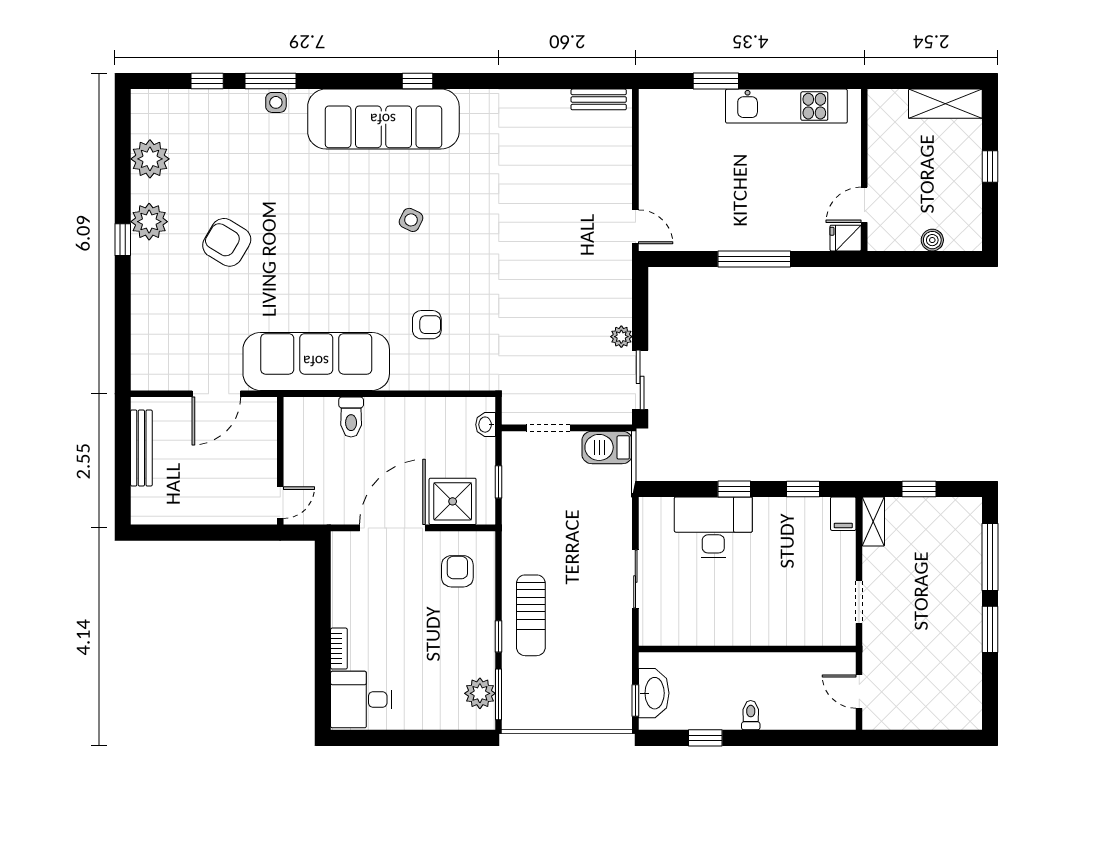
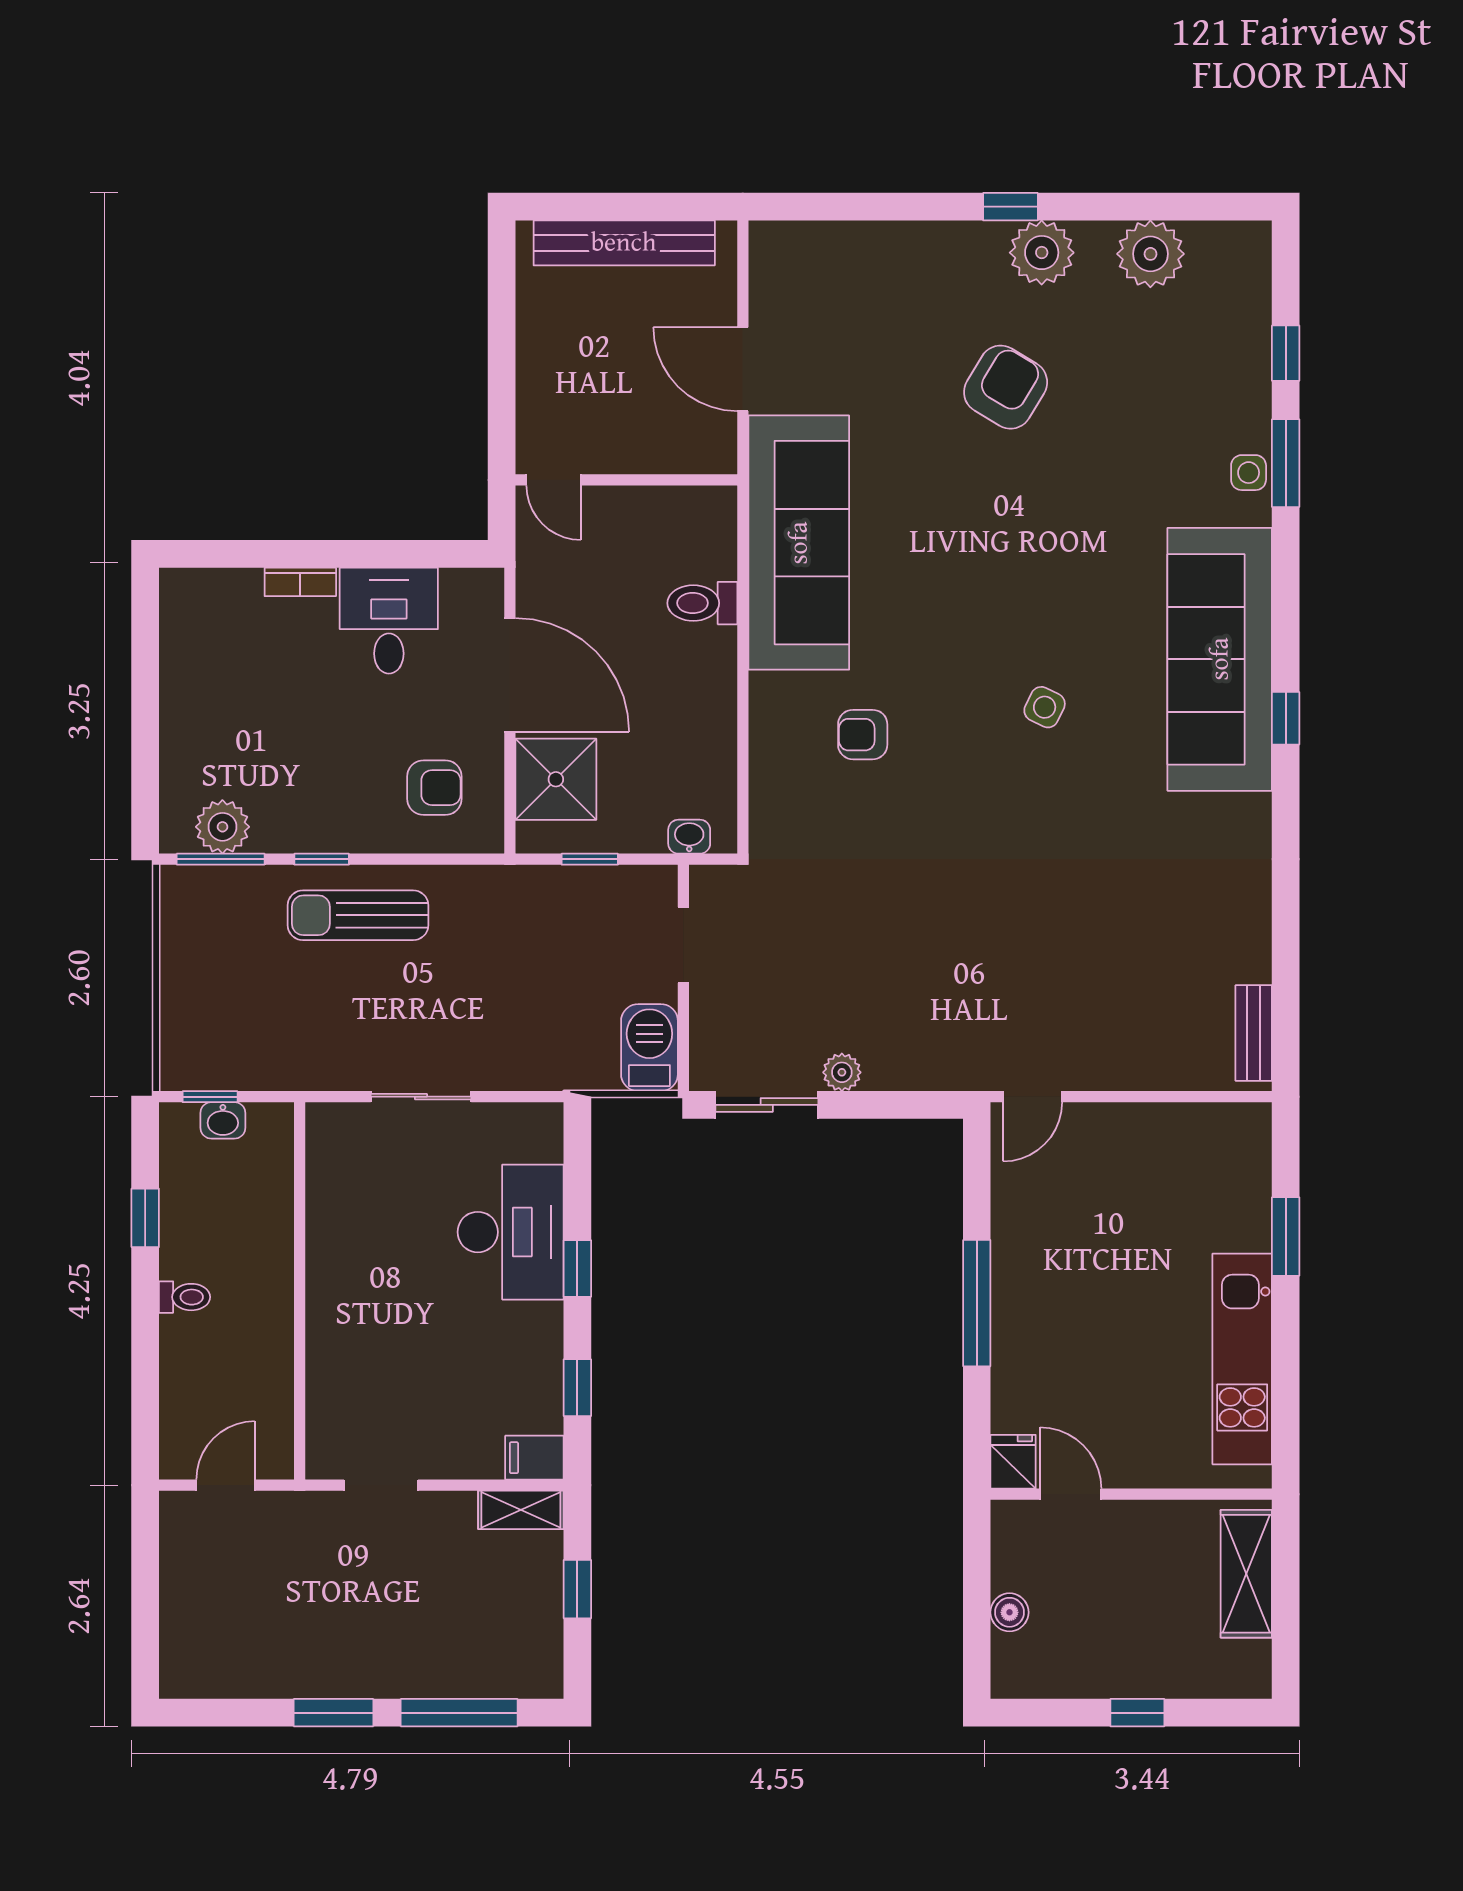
shelving: (945, 104) -> (1246, 1574), moved
armchair: (427, 325) -> (863, 735), turned 90
bench: (141, 448) -> (624, 243), width x1.37, depth x1.21
washbasin: (654, 693) -> (223, 1120), width x0.52, depth x0.69
desk: (361, 700) -> (389, 621), moved

